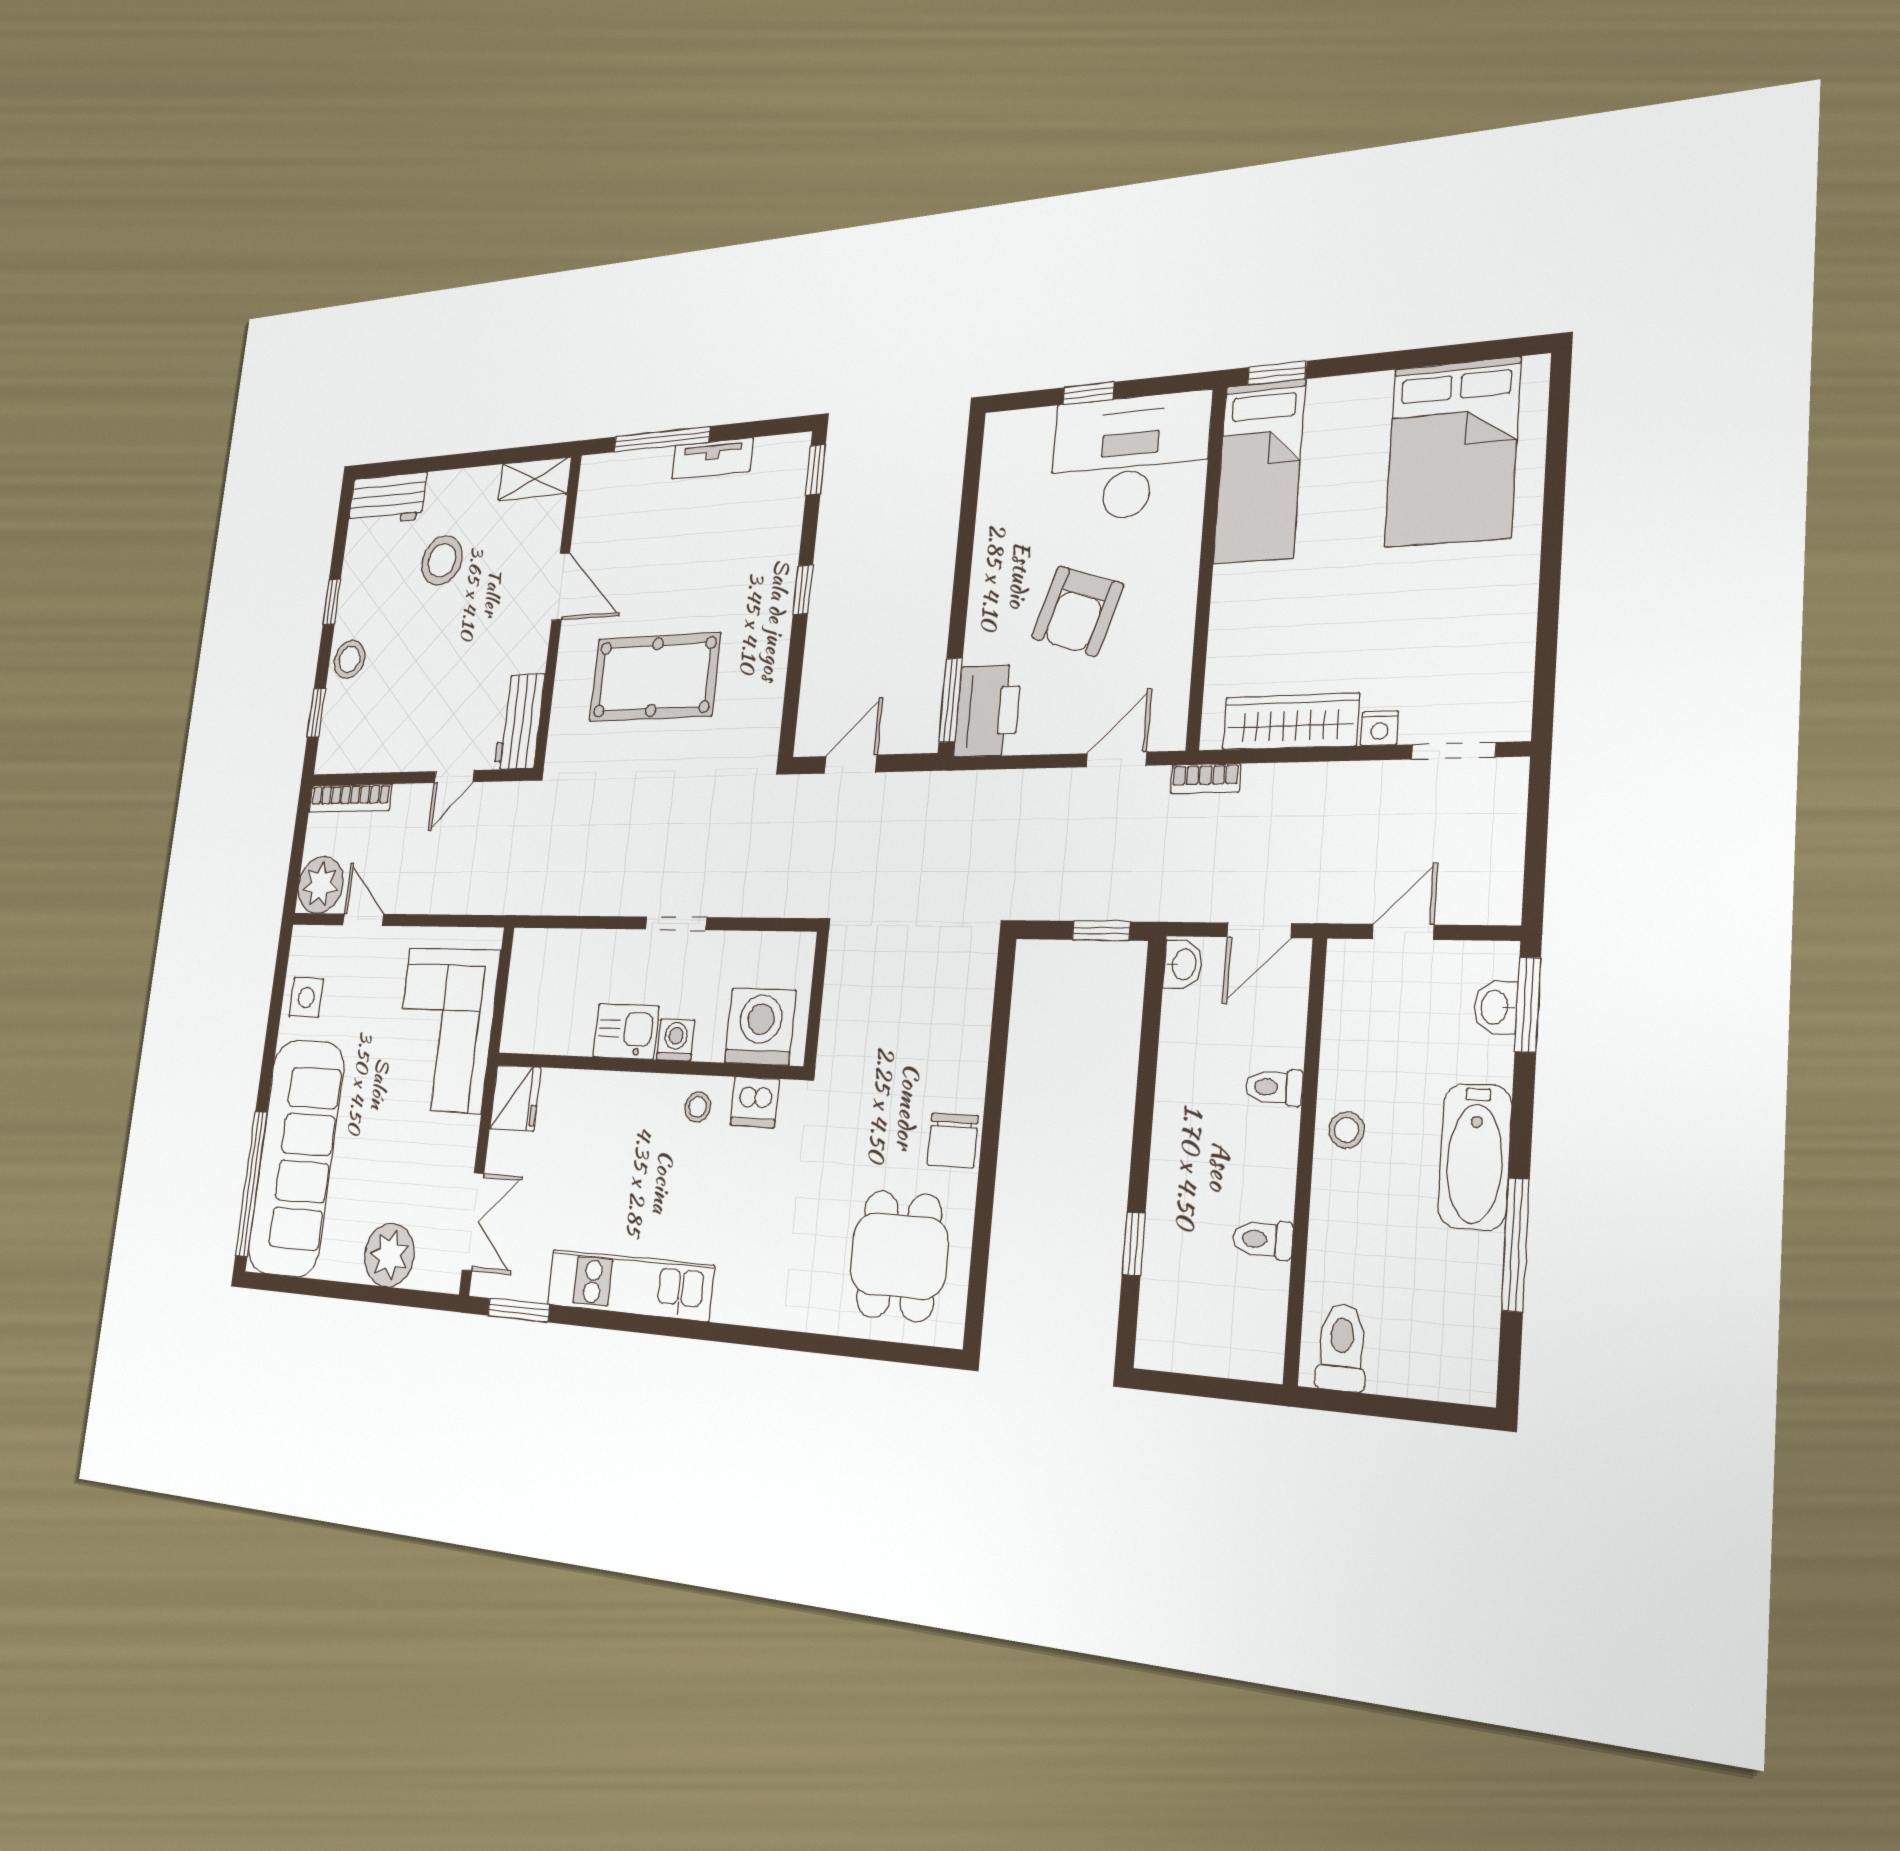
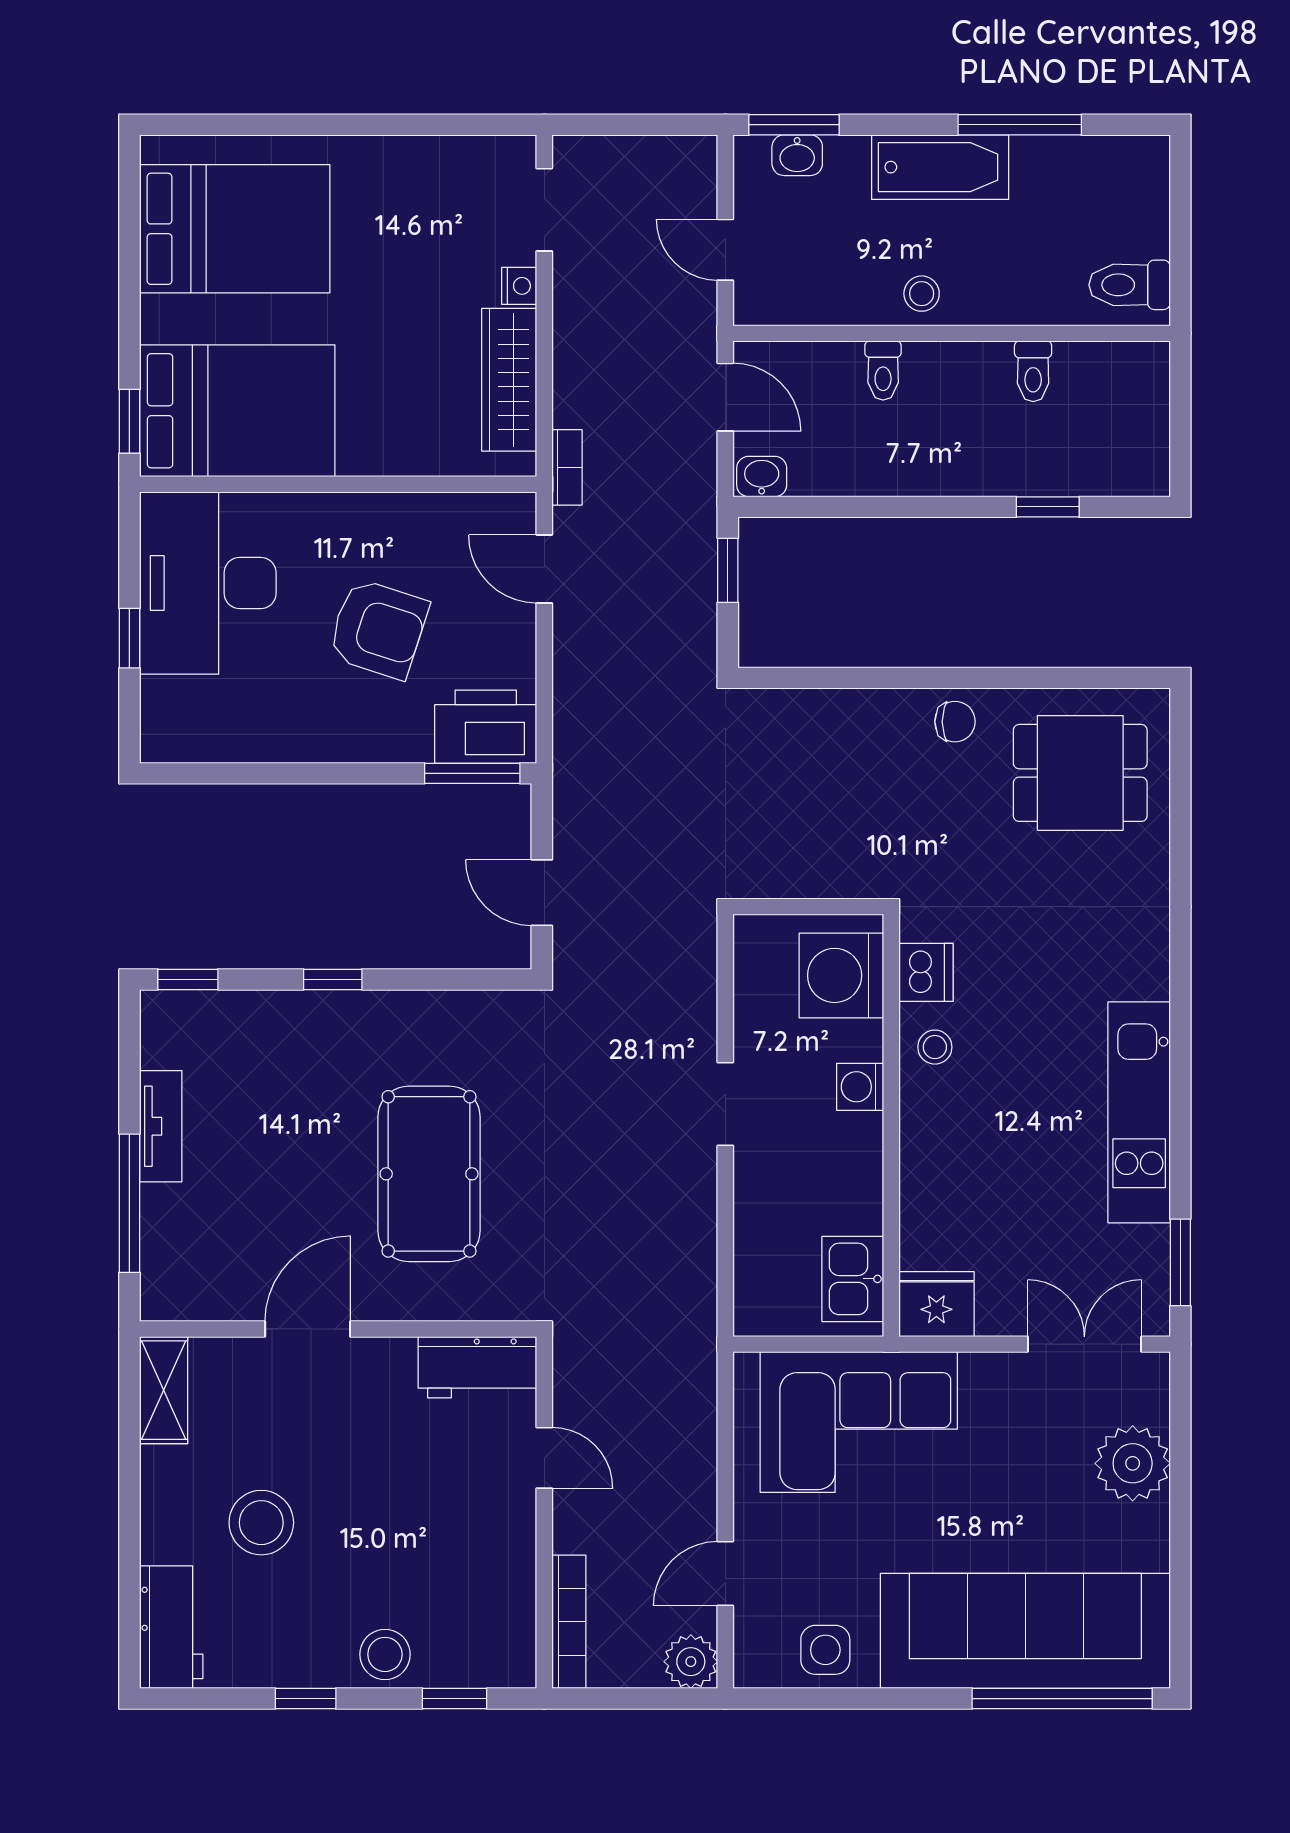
bed: (1259, 471) -> (237, 411), width x1.50
plant: (320, 885) -> (691, 1662), width x0.73, depth x0.73
kitchen sink: (626, 1032) -> (853, 1279), moved
chair: (953, 1140) -> (955, 722), width x0.73, depth x0.73

